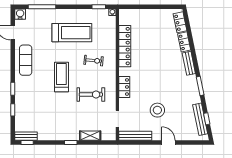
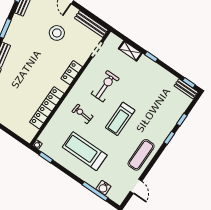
water cooler: (20, 14) -> (103, 188), moved
exercise bike: (91, 95) -> (105, 86), turned 90

